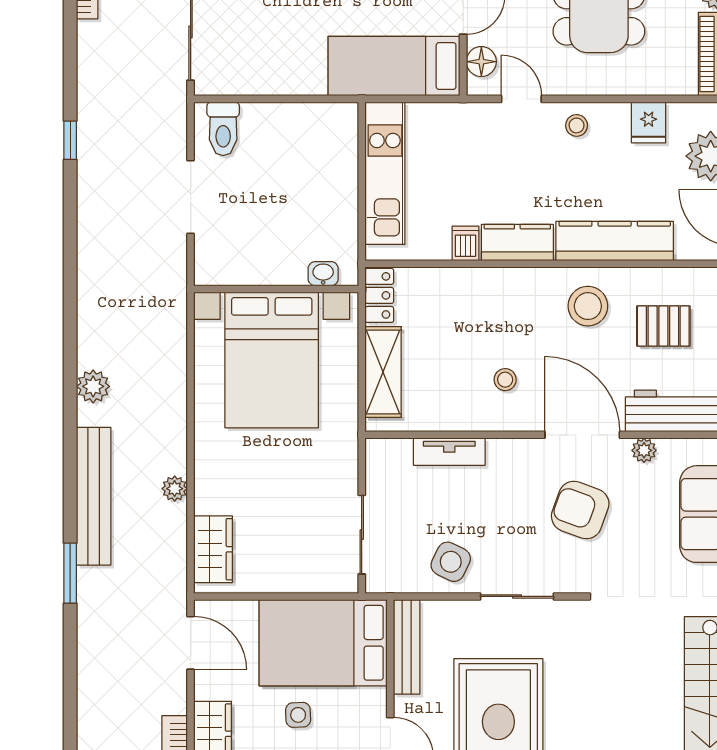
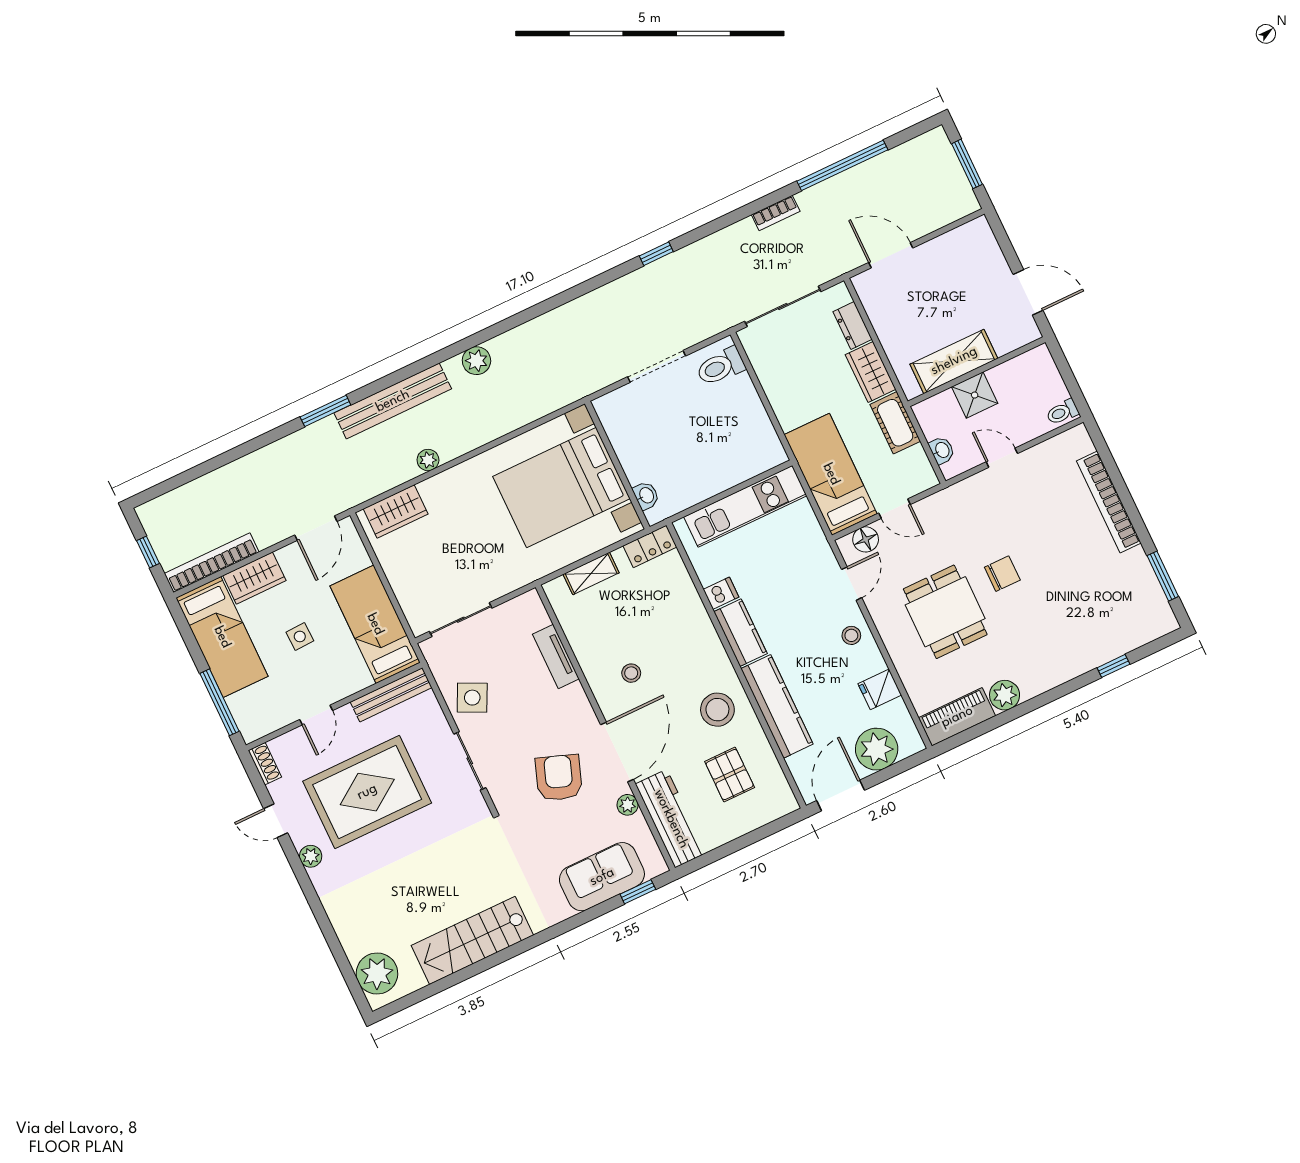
shelving: (383, 372) -> (591, 574), width x0.67, depth x0.75
bed: (323, 643) -> (375, 624), width x0.67

